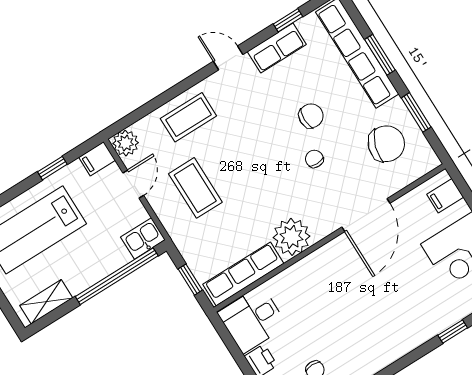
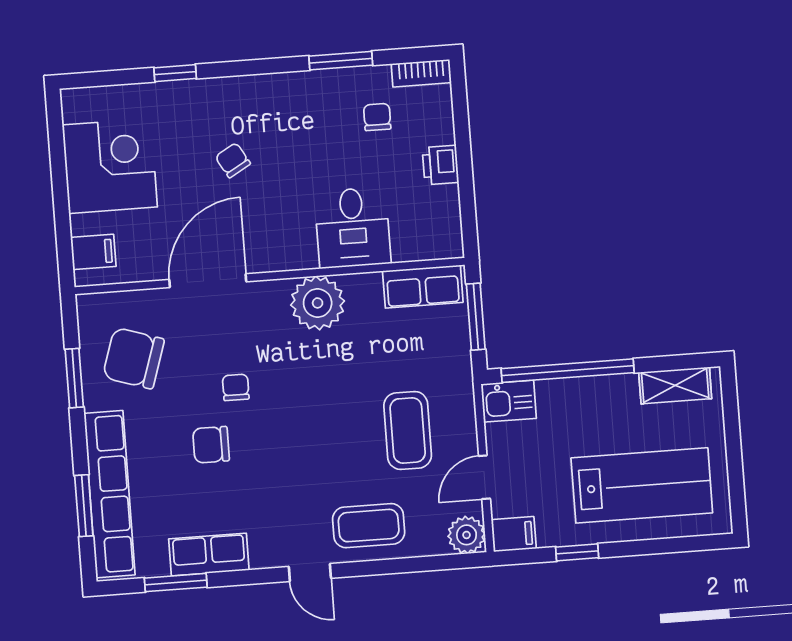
window: (288, 20) -> (176, 583), width x1.50
window: (380, 55) -> (84, 506), moved
door: (228, 58) -> (310, 572), moved
chair: (314, 159) -> (236, 387), turned 180
row of seats: (243, 274) -> (423, 287), width x0.68
window: (190, 280) -> (476, 317), width x1.50
chair: (389, 297) -> (233, 160), added
desk: (252, 319) -> (353, 228), moved, turned 90

